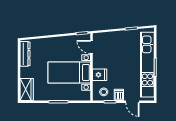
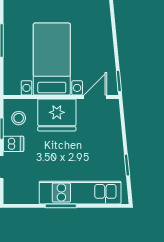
kitchen unit: (147, 65) -> (80, 193), width x0.73
fridge: (100, 75) -> (57, 115), width x1.88, depth x1.34

